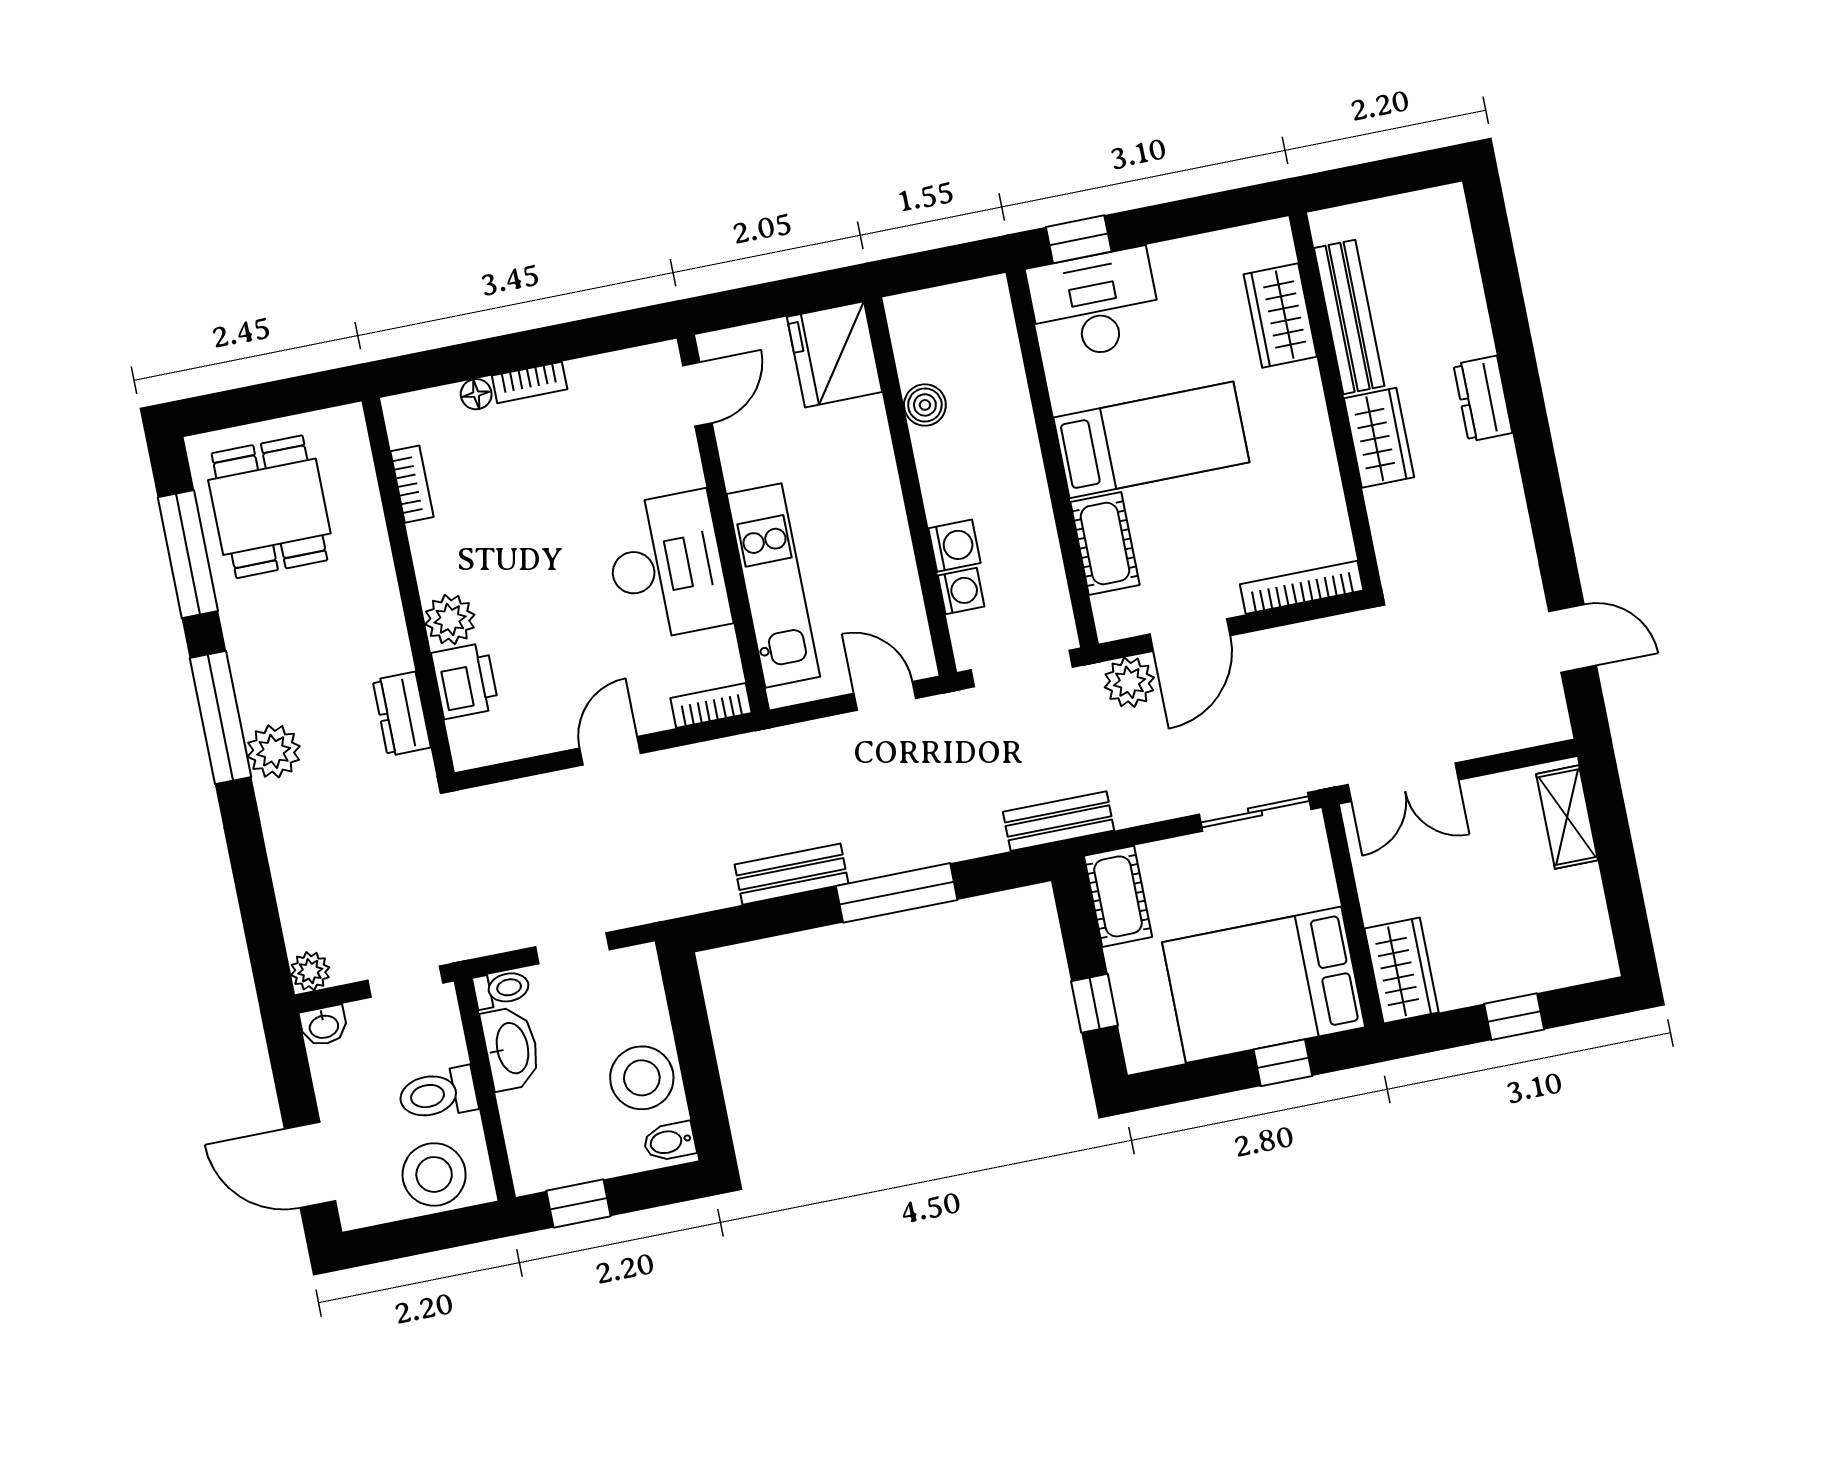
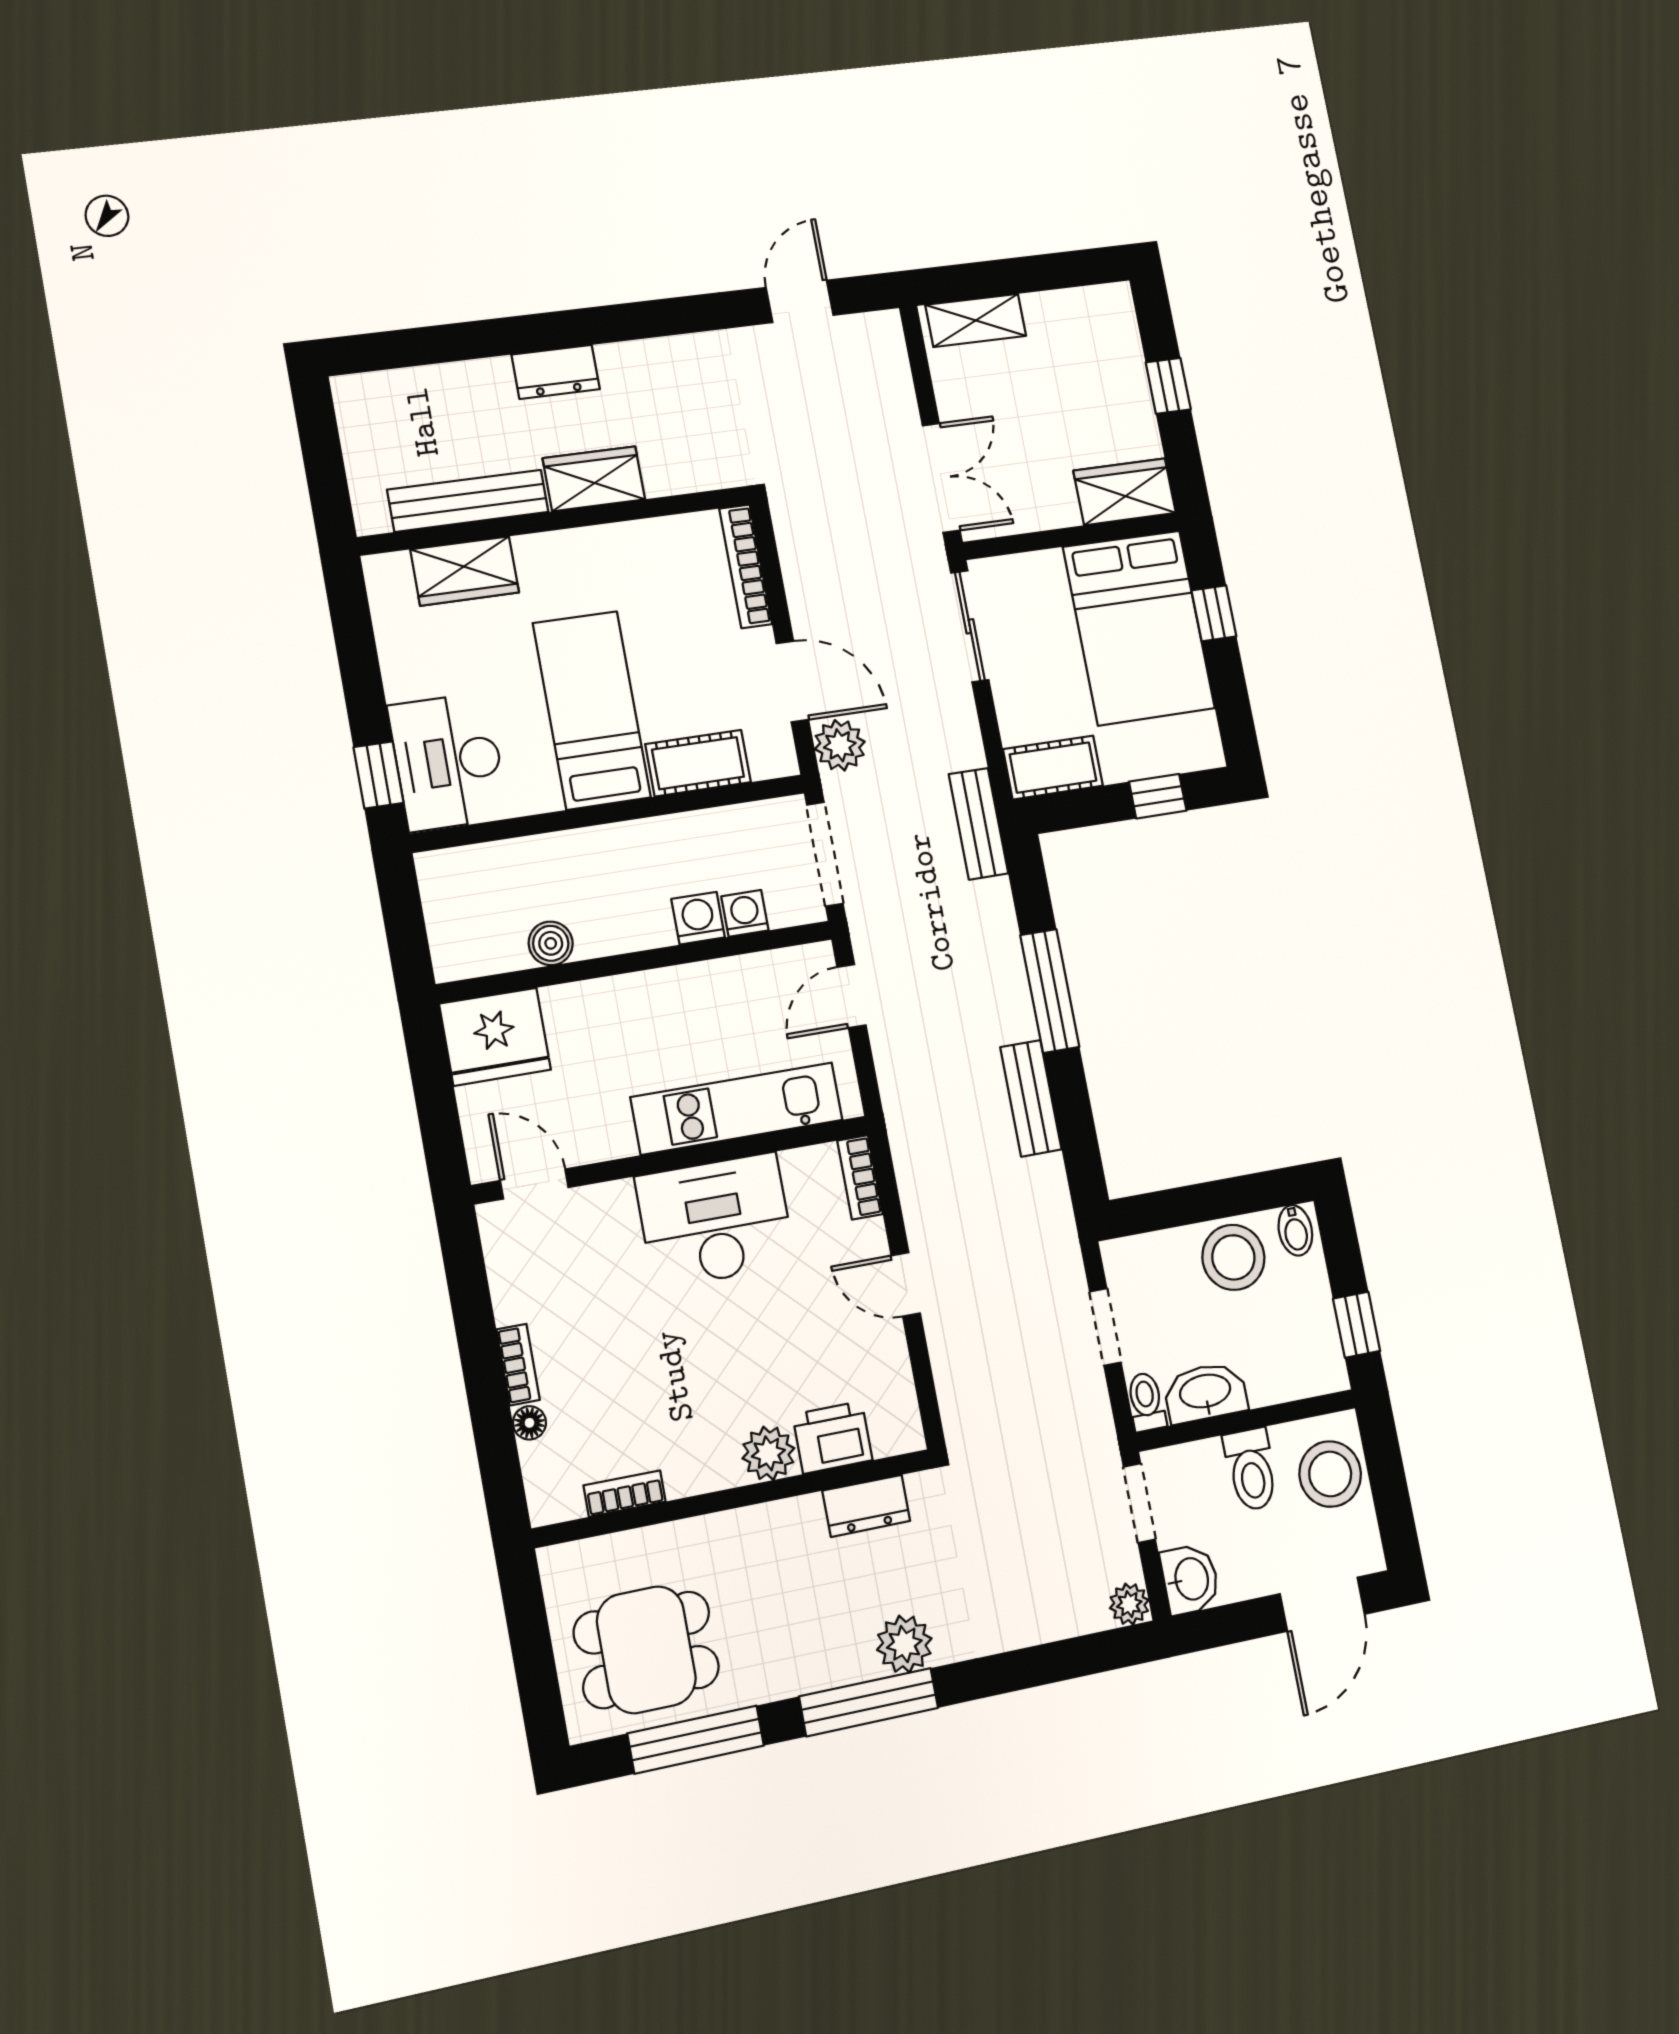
washbasin: (324, 1026) -> (1190, 1579), width x1.38, depth x1.45

